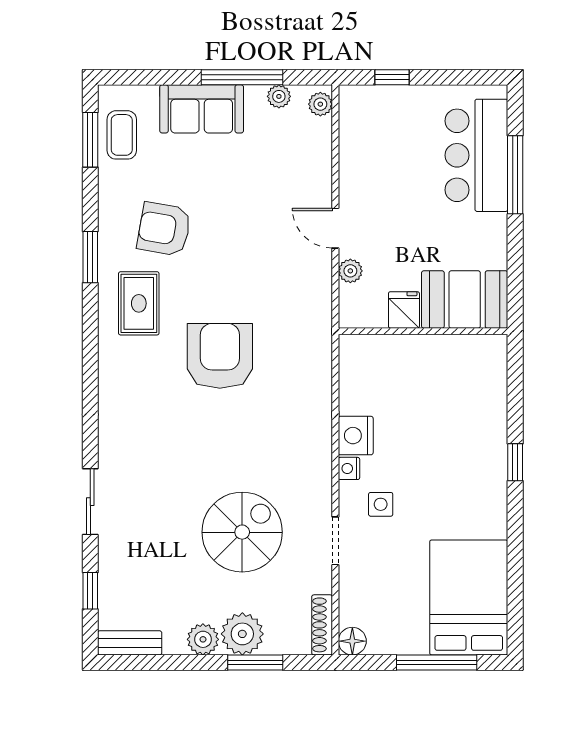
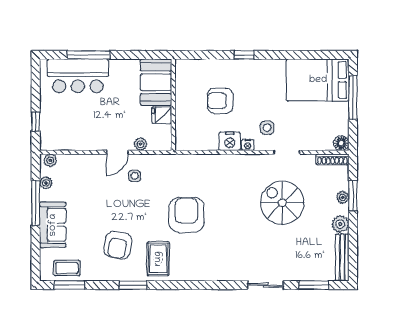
side table: (292, 260) -> (135, 176), added
rug: (139, 303) -> (158, 259), turned 90
armchair: (220, 356) -> (187, 215), turned 90
armchair: (430, 418) -> (220, 101), added
window: (90, 591) -> (314, 285), width x1.50
plant: (242, 634) -> (343, 197), width x0.53, depth x0.53
bench: (130, 643) -> (342, 257), width x1.36

